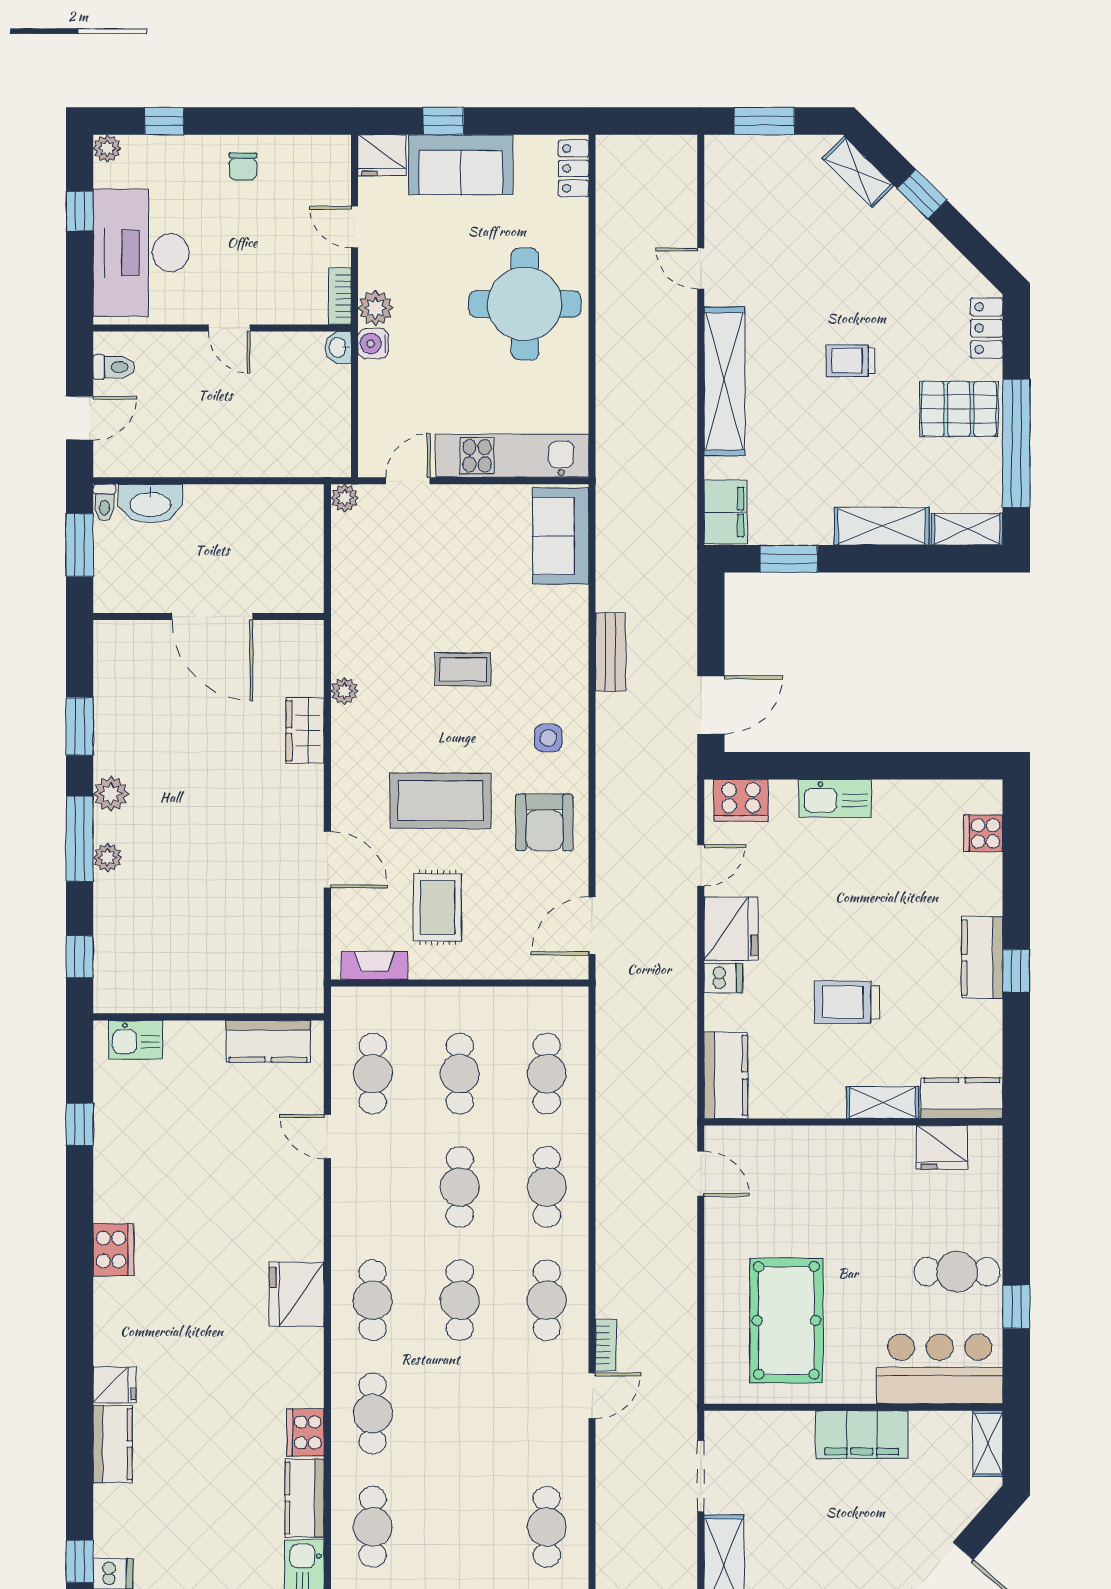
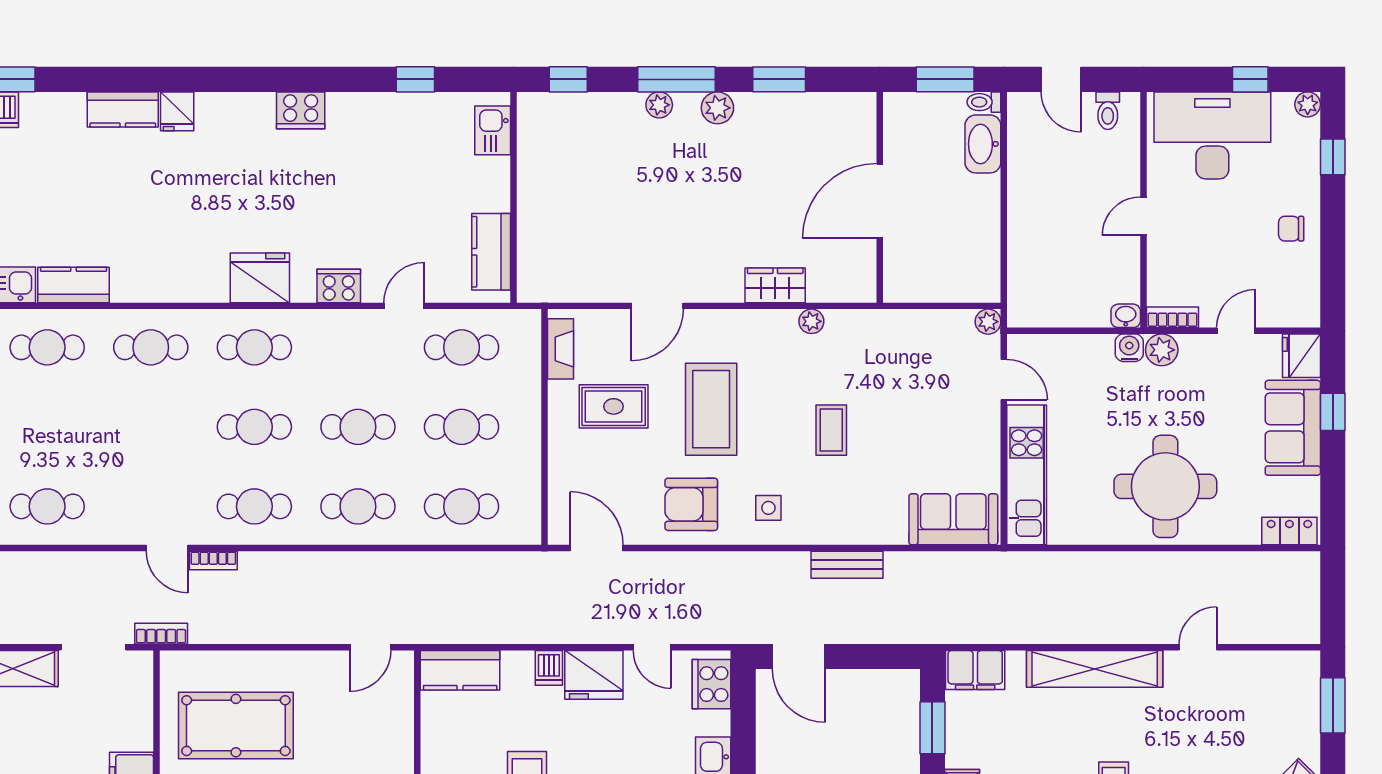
bookcase: (686, 1402) -> (161, 634), added
cooker: (306, 1432) -> (339, 286), moved

